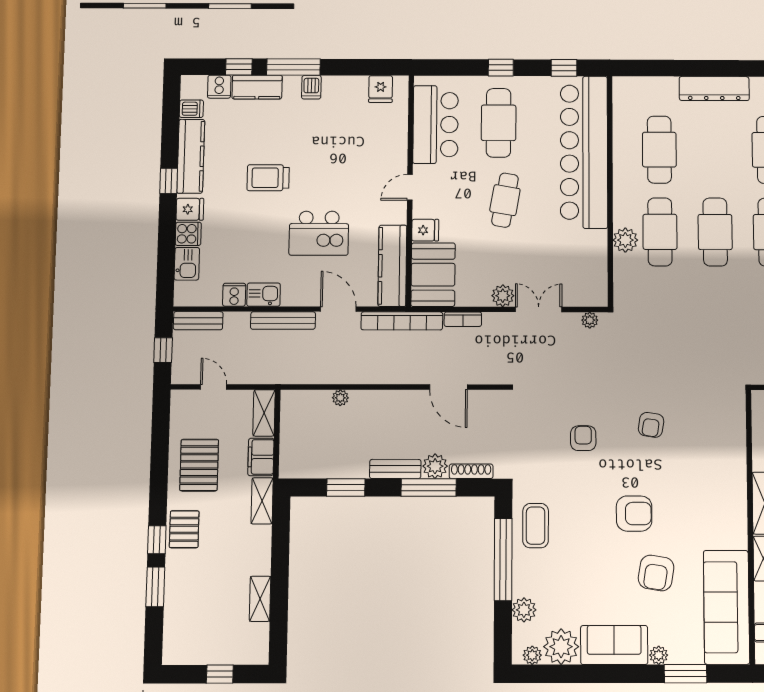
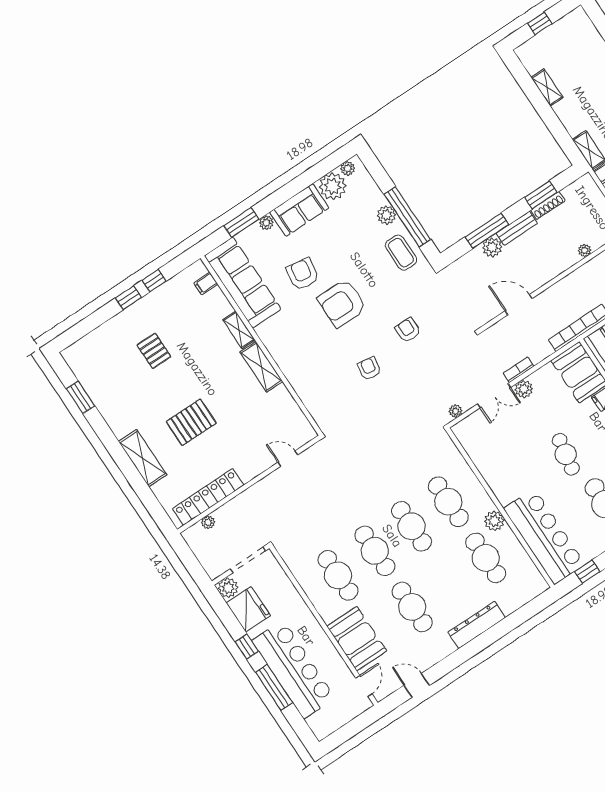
bar counter: (584, 152) -> (544, 536), width x0.73
plant: (625, 240) -> (494, 521), moved
bookcase: (463, 319) -> (518, 370), moved
armchair: (583, 438) -> (408, 330), turned 180
shoe rack: (471, 471) -> (548, 205), moved
armchair: (634, 514) -> (342, 303), width x1.36, depth x1.36
plant: (524, 610) -> (387, 215), moved

